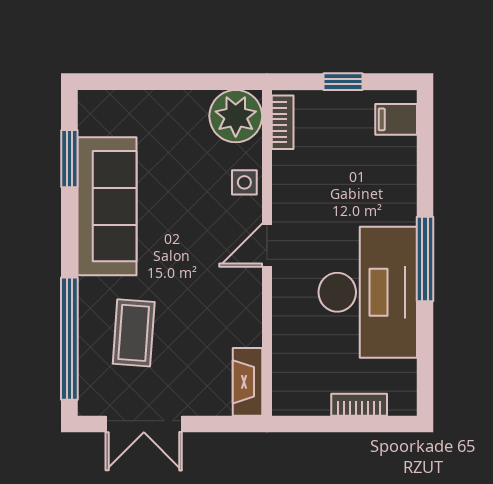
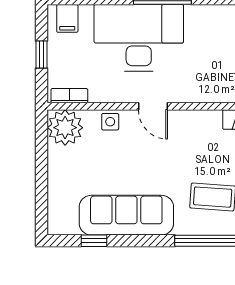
window: (69, 159) -> (94, 241), width x0.67
desk: (368, 292) -> (139, 38), moved

